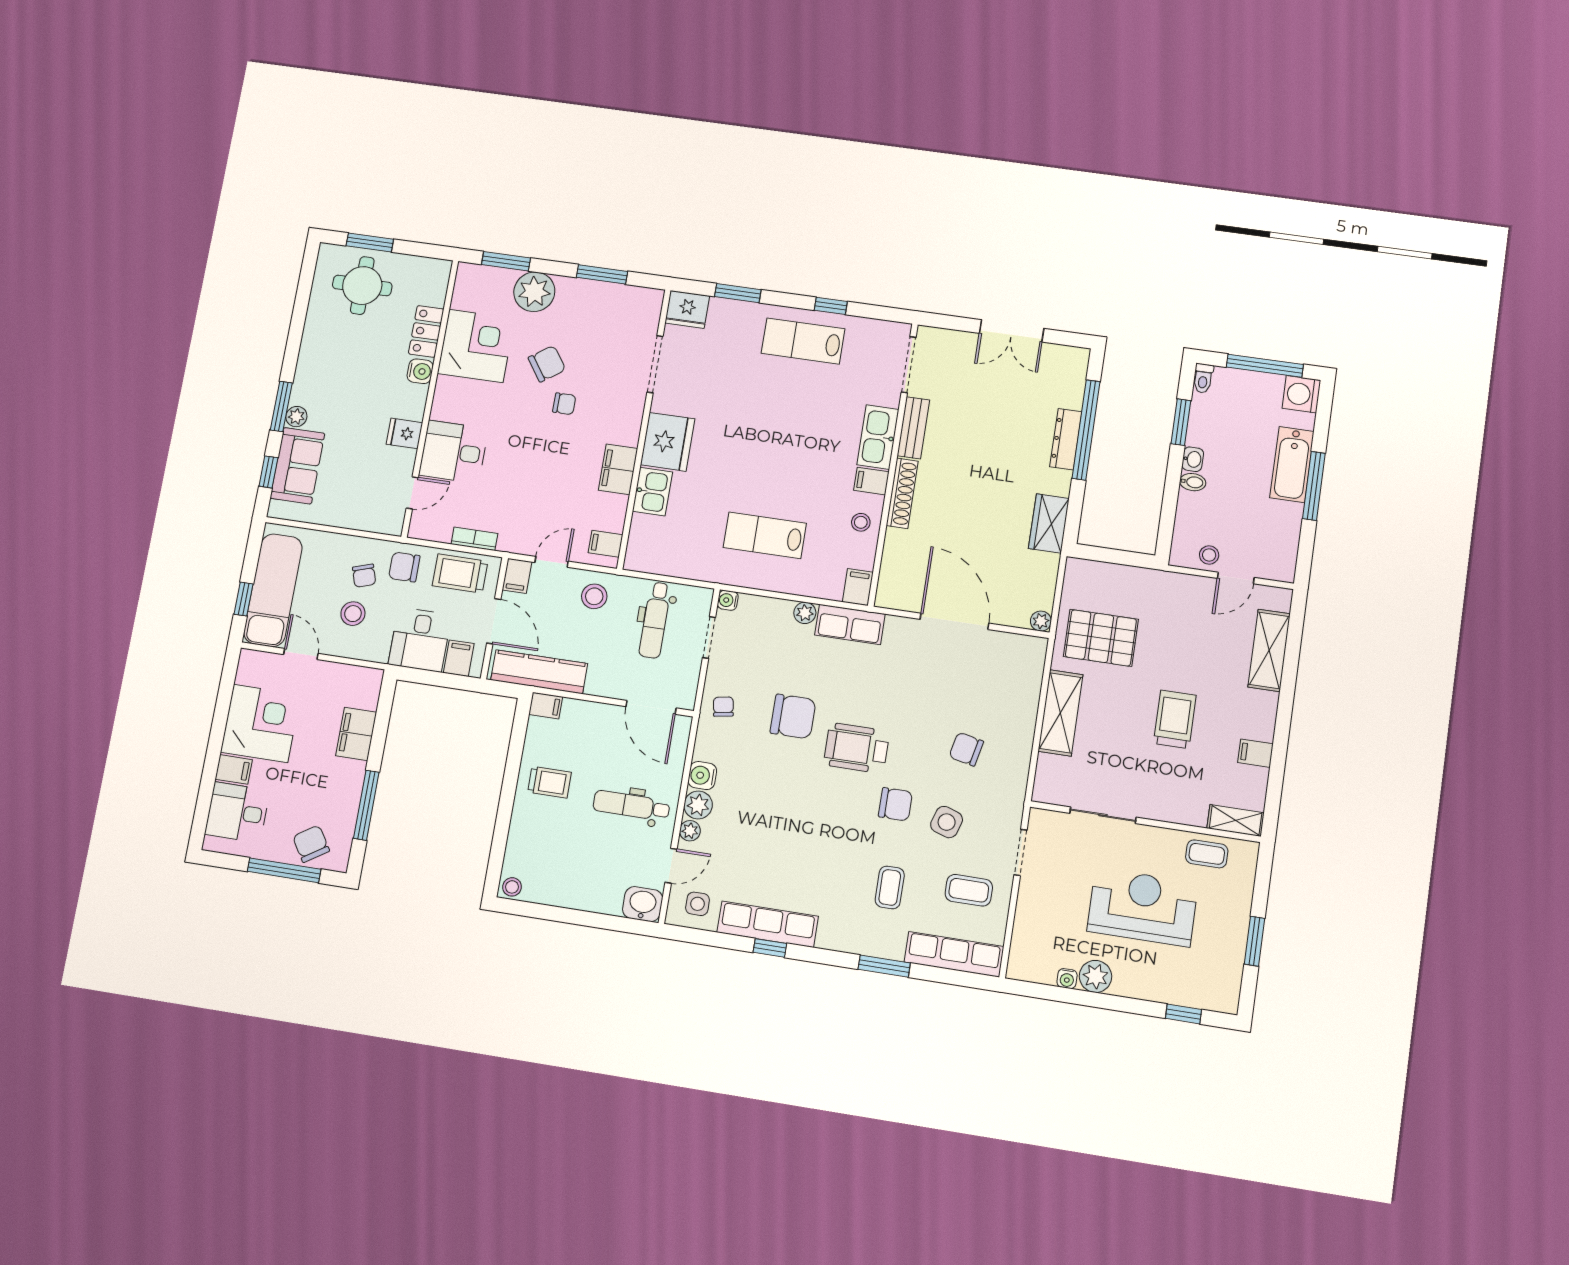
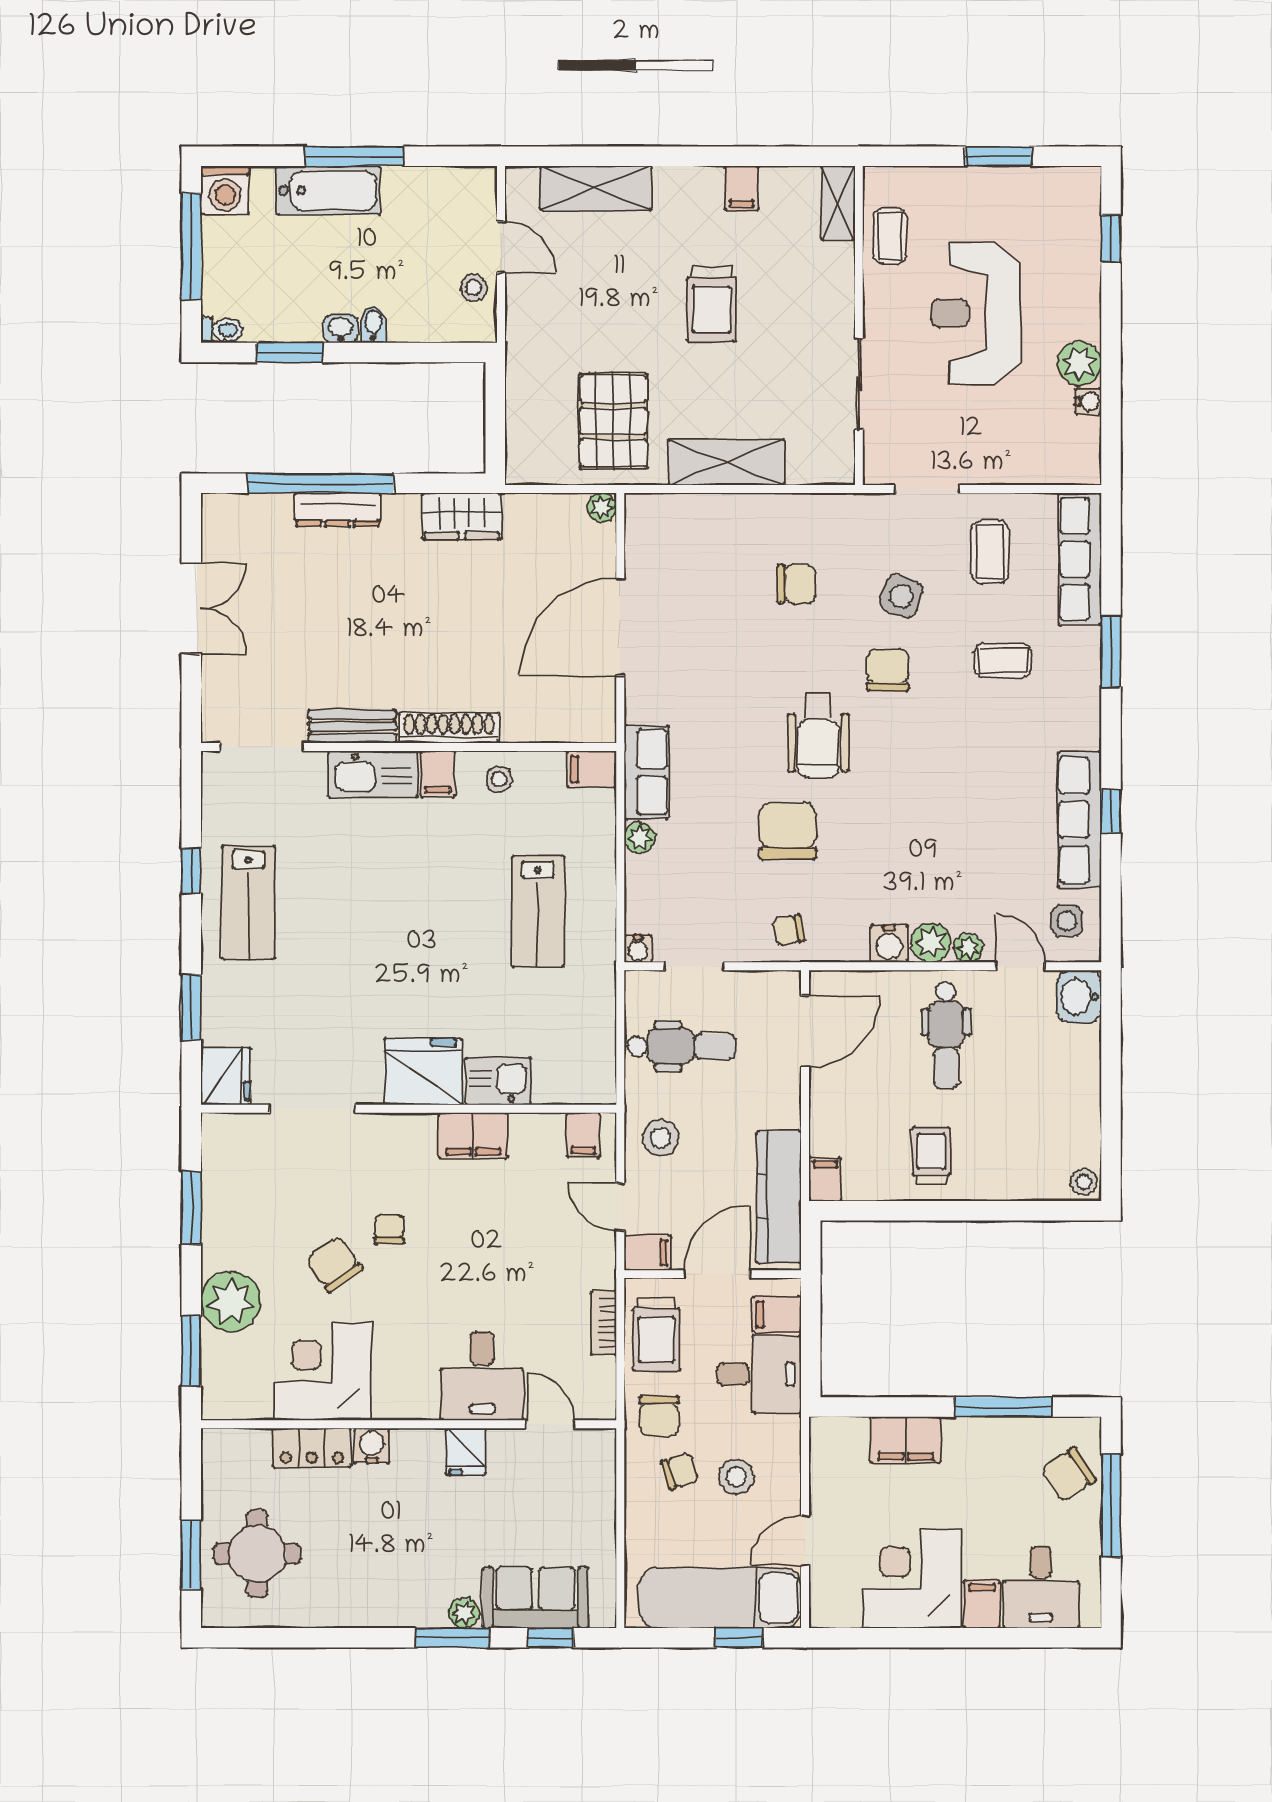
trolley: (1175, 719) -> (711, 304), turned -90
chair: (966, 749) -> (797, 584), turned -102

